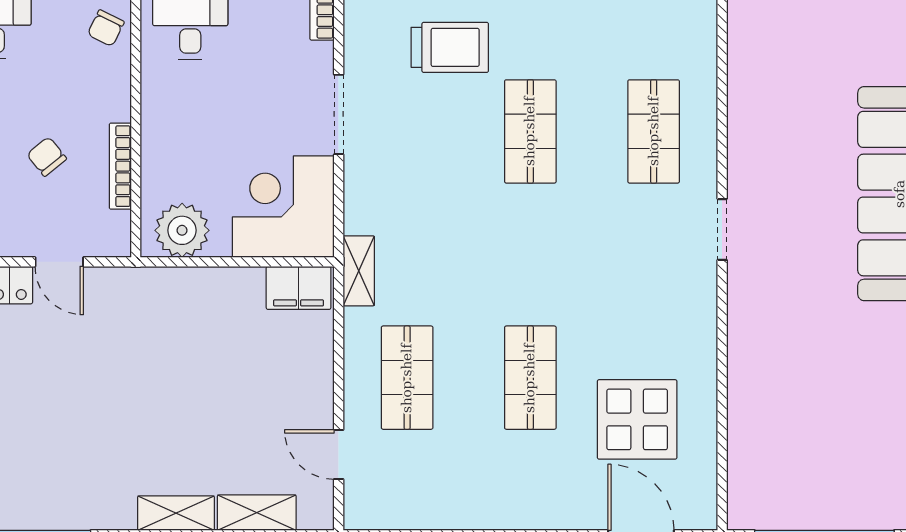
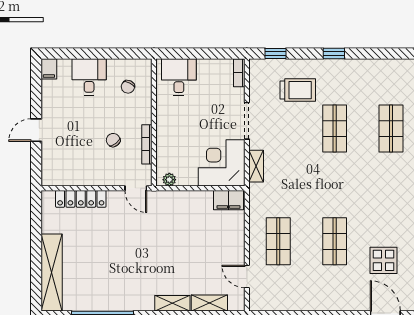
chair: (106, 28) -> (128, 87), moved
plant: (182, 230) -> (169, 180), width x0.53, depth x0.53
door: (59, 262) -> (136, 188), moved
shelving: (359, 271) -> (256, 166), moved
display table: (637, 419) -> (384, 260), width x0.73, depth x0.73

